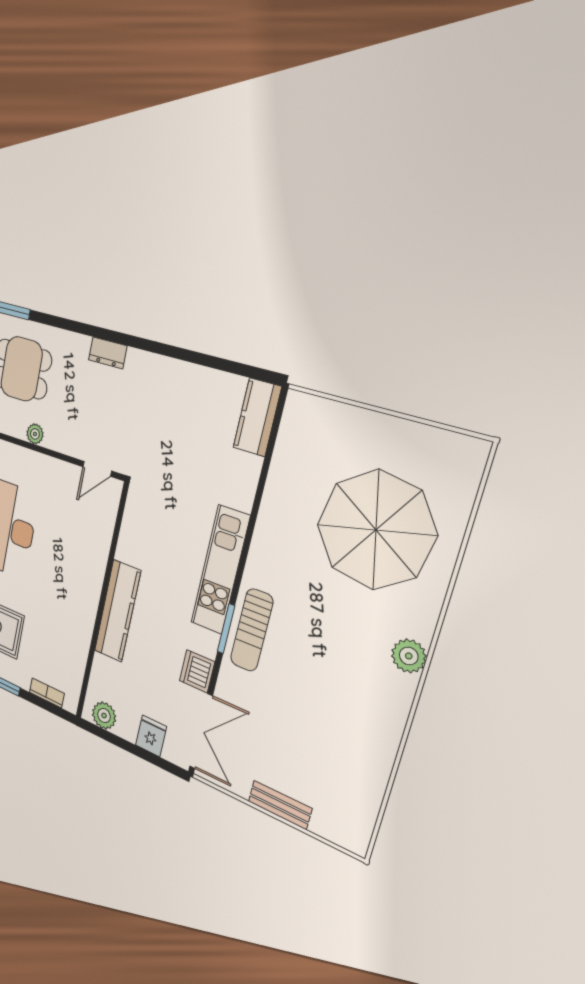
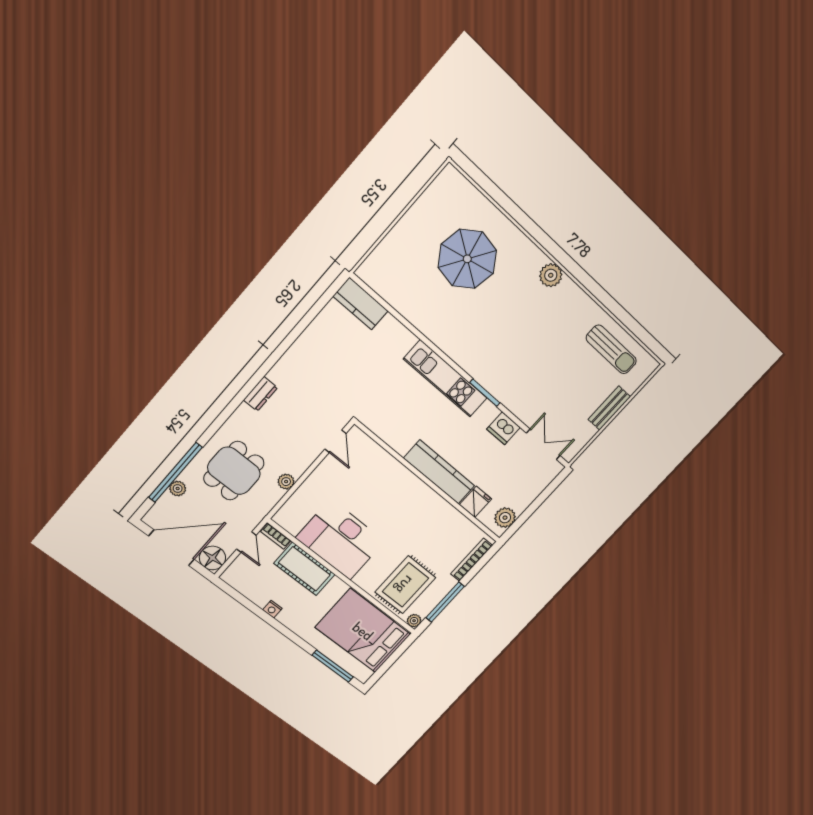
parasol: (376, 530) -> (467, 259), width x0.73, depth x0.73
sun lounger: (252, 630) -> (611, 349), moved
bookcase: (47, 693) -> (472, 560), width x1.56
double door: (201, 731) -> (543, 444), width x0.73
fridge: (151, 736) -> (476, 502), moved, turned 90

